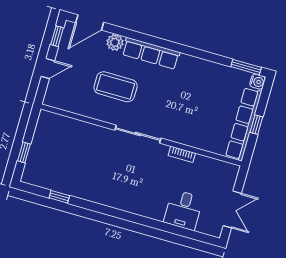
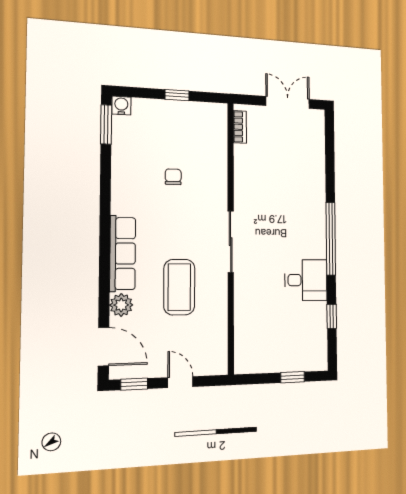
chair: (197, 105) -> (173, 177), added
row of seats: (244, 124) -> (181, 111), removed
bookcase: (182, 154) -> (240, 127), moved
desk: (183, 210) -> (306, 280), moved
window: (119, 214) -> (331, 239), added

